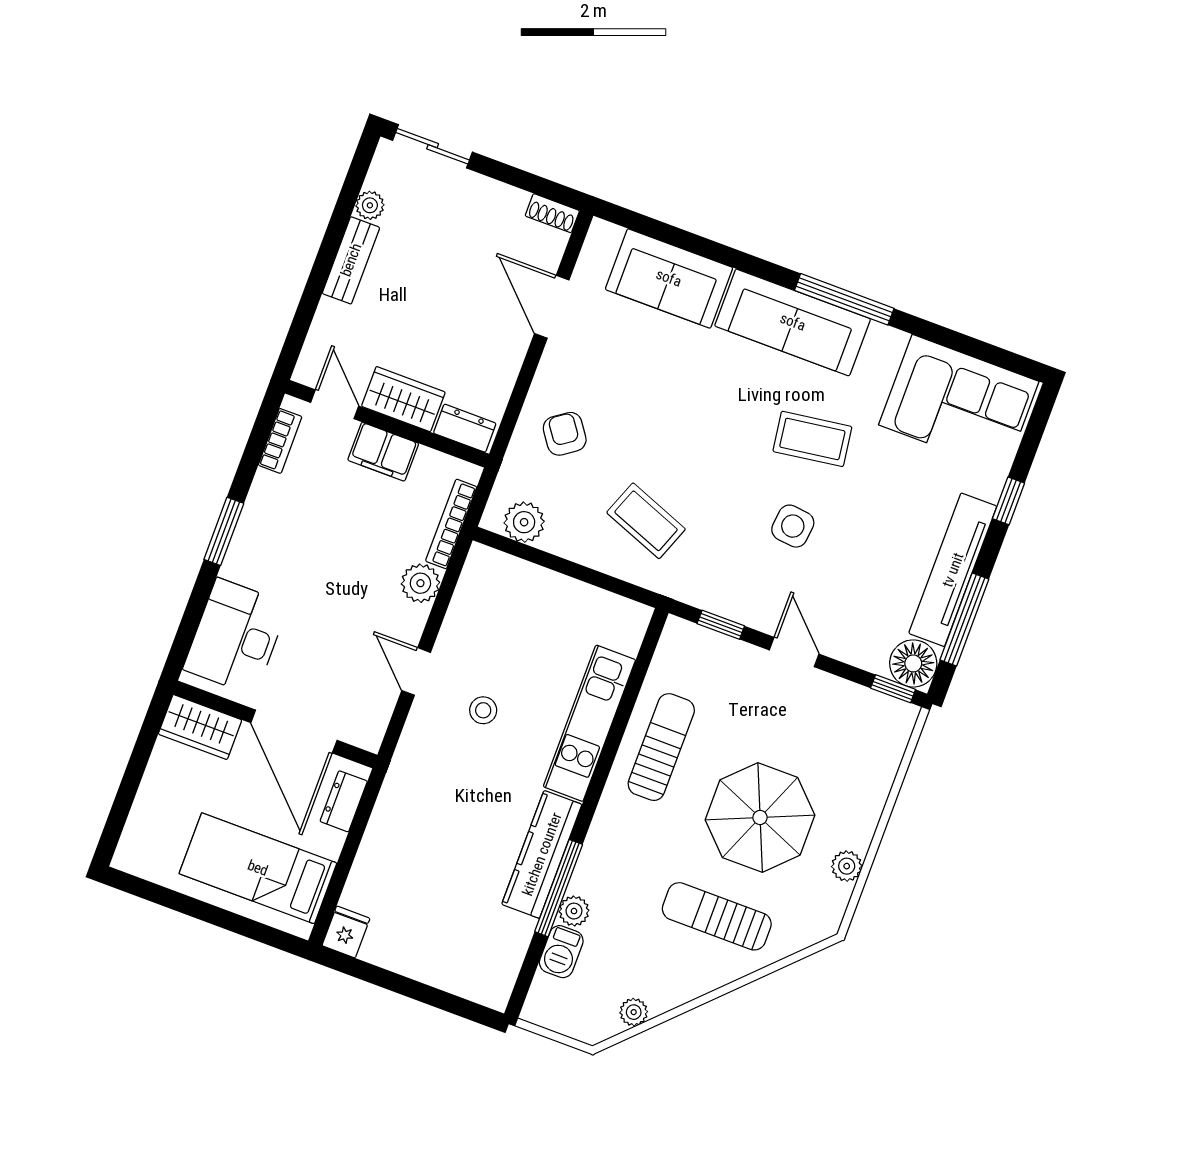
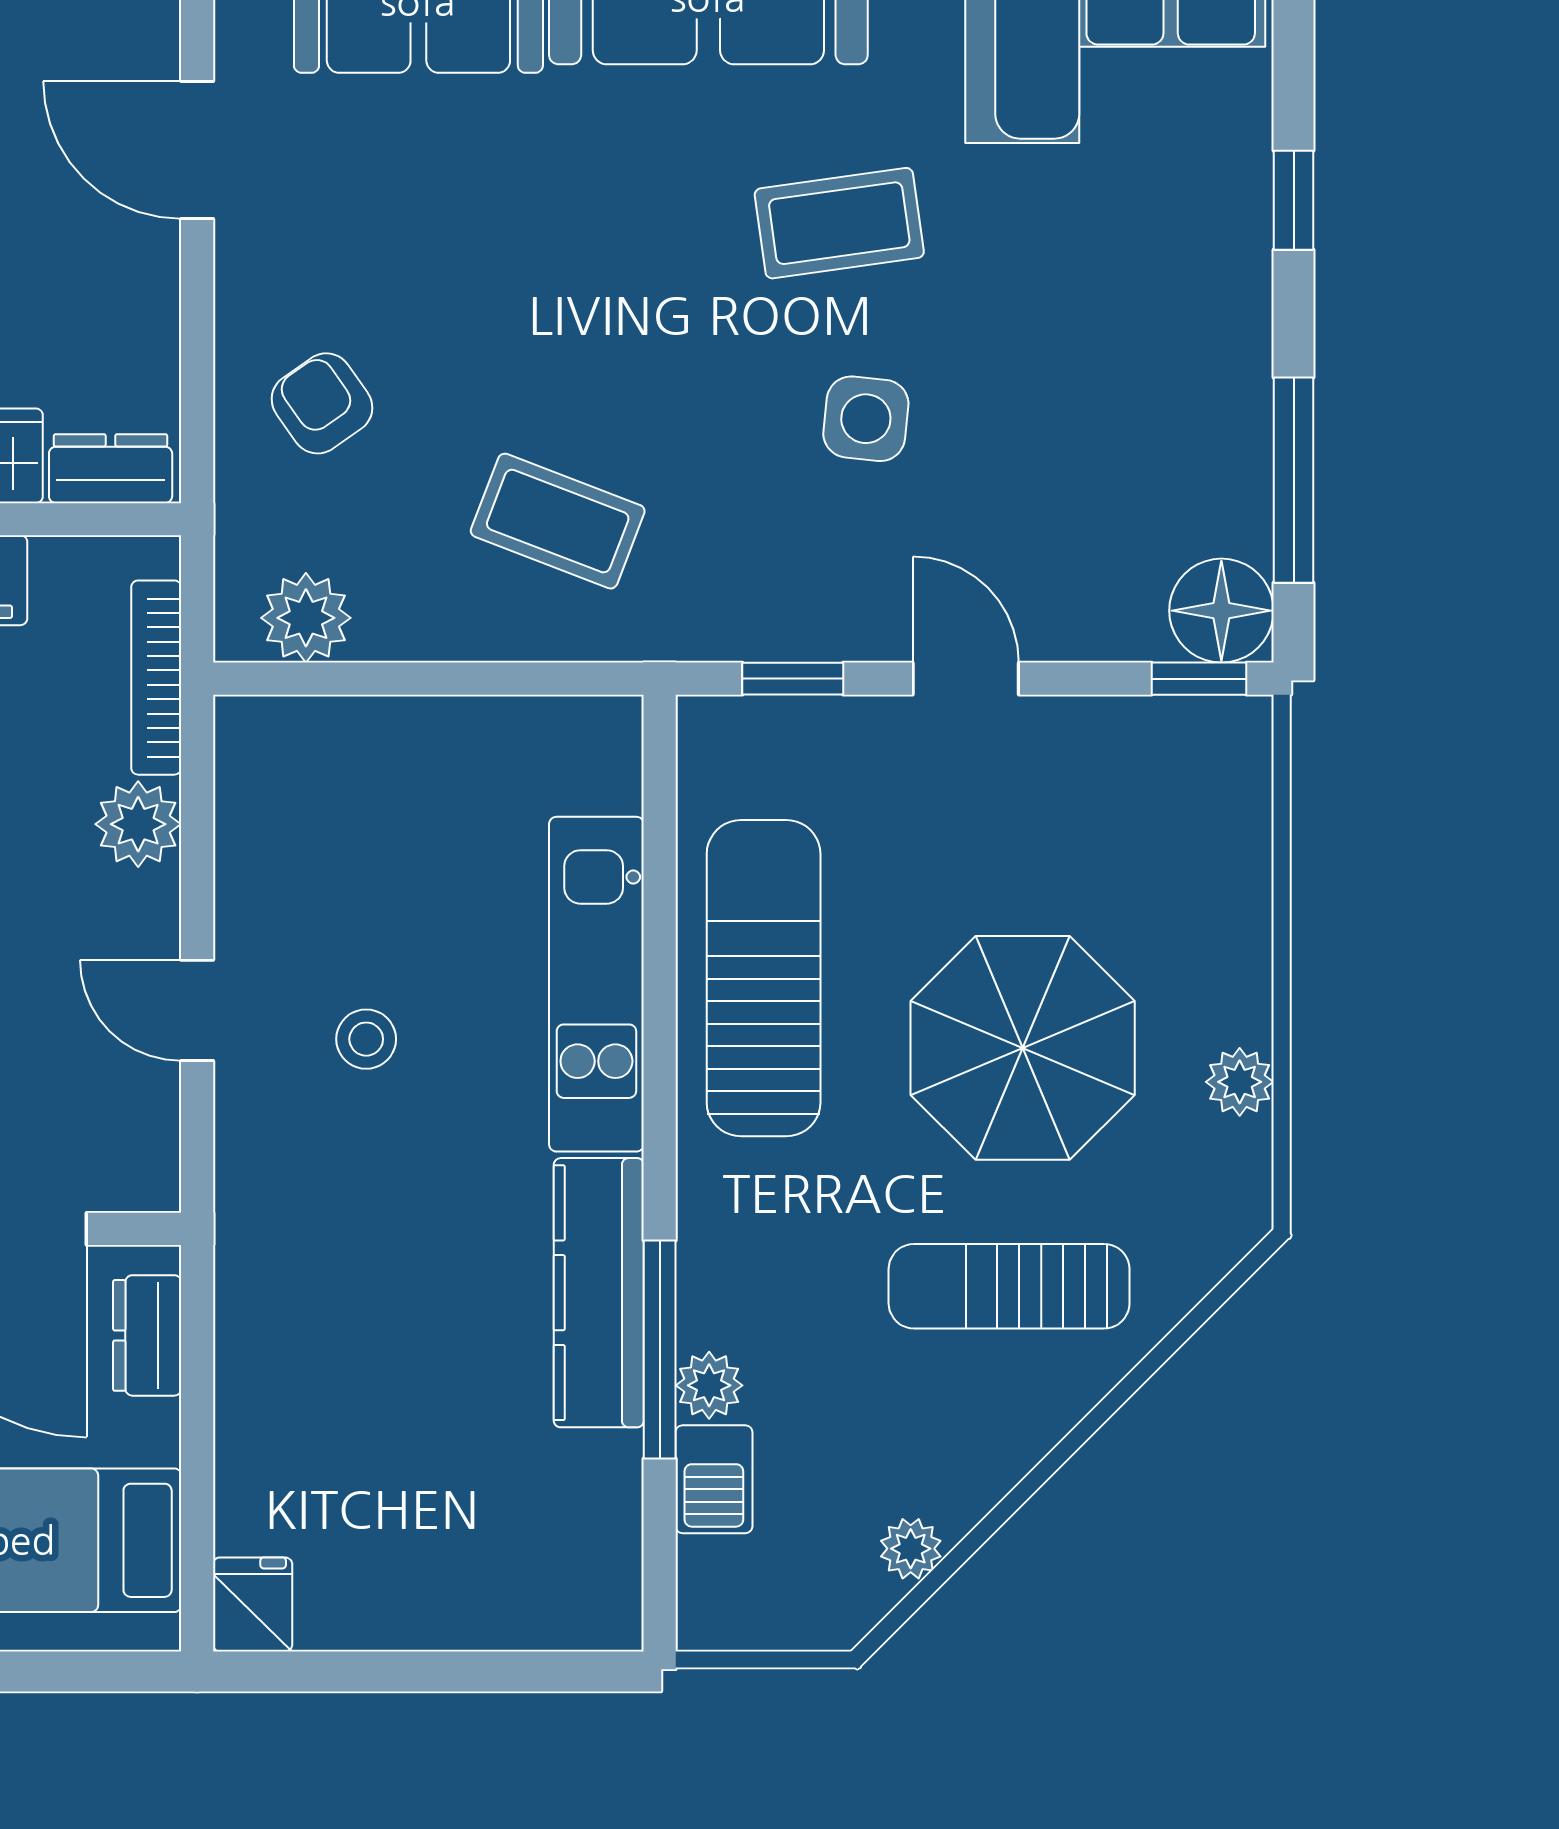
tv unit: (953, 570) -> (1231, 386), removed
sun lounger: (661, 747) -> (764, 978), width x1.36, depth x1.34

